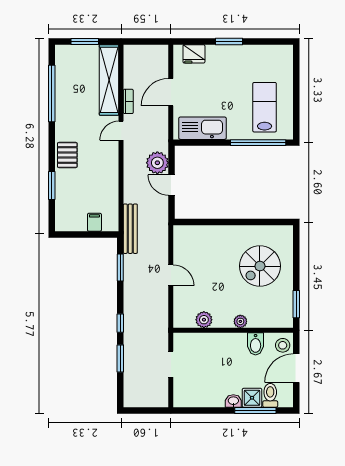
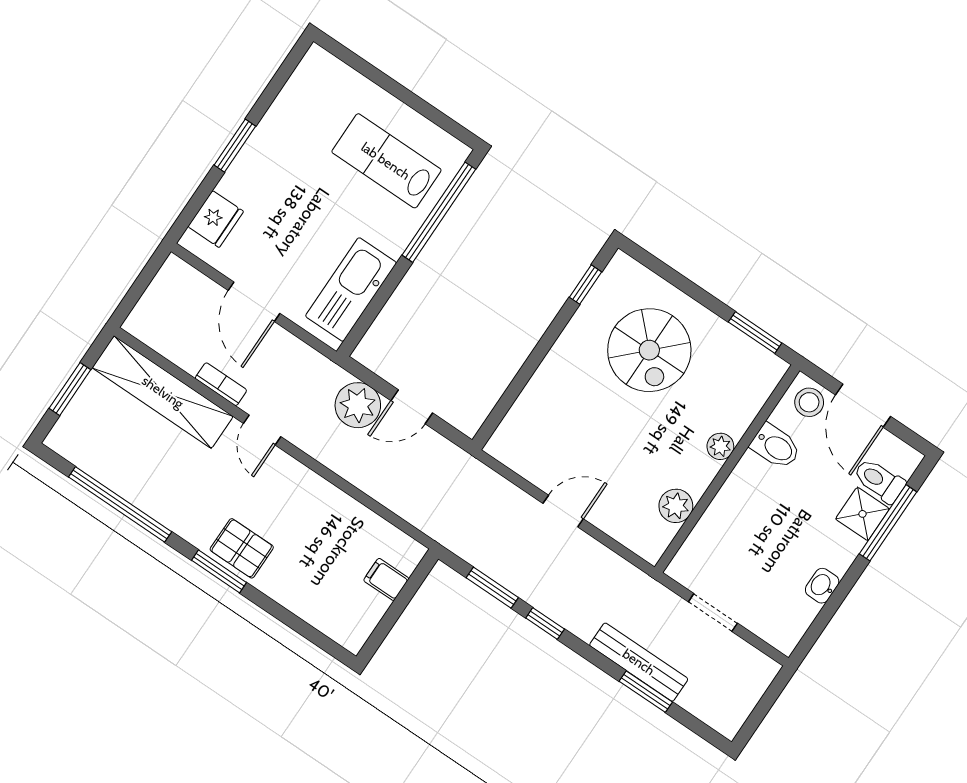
window: (52, 185) -> (219, 571), moved
window: (269, 222) -> (585, 285), added
bench: (130, 229) -> (639, 662), moved
window: (120, 323) -> (545, 623), moved
washbasin: (233, 401) -> (822, 586), moved

